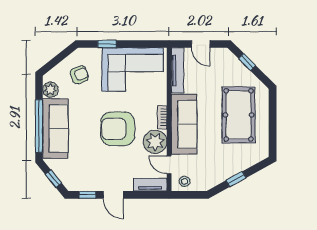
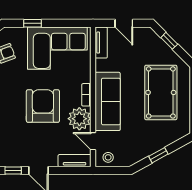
tv unit: (177, 70) -> (101, 43), width x0.71
armchair: (118, 129) -> (43, 106), turned 90

